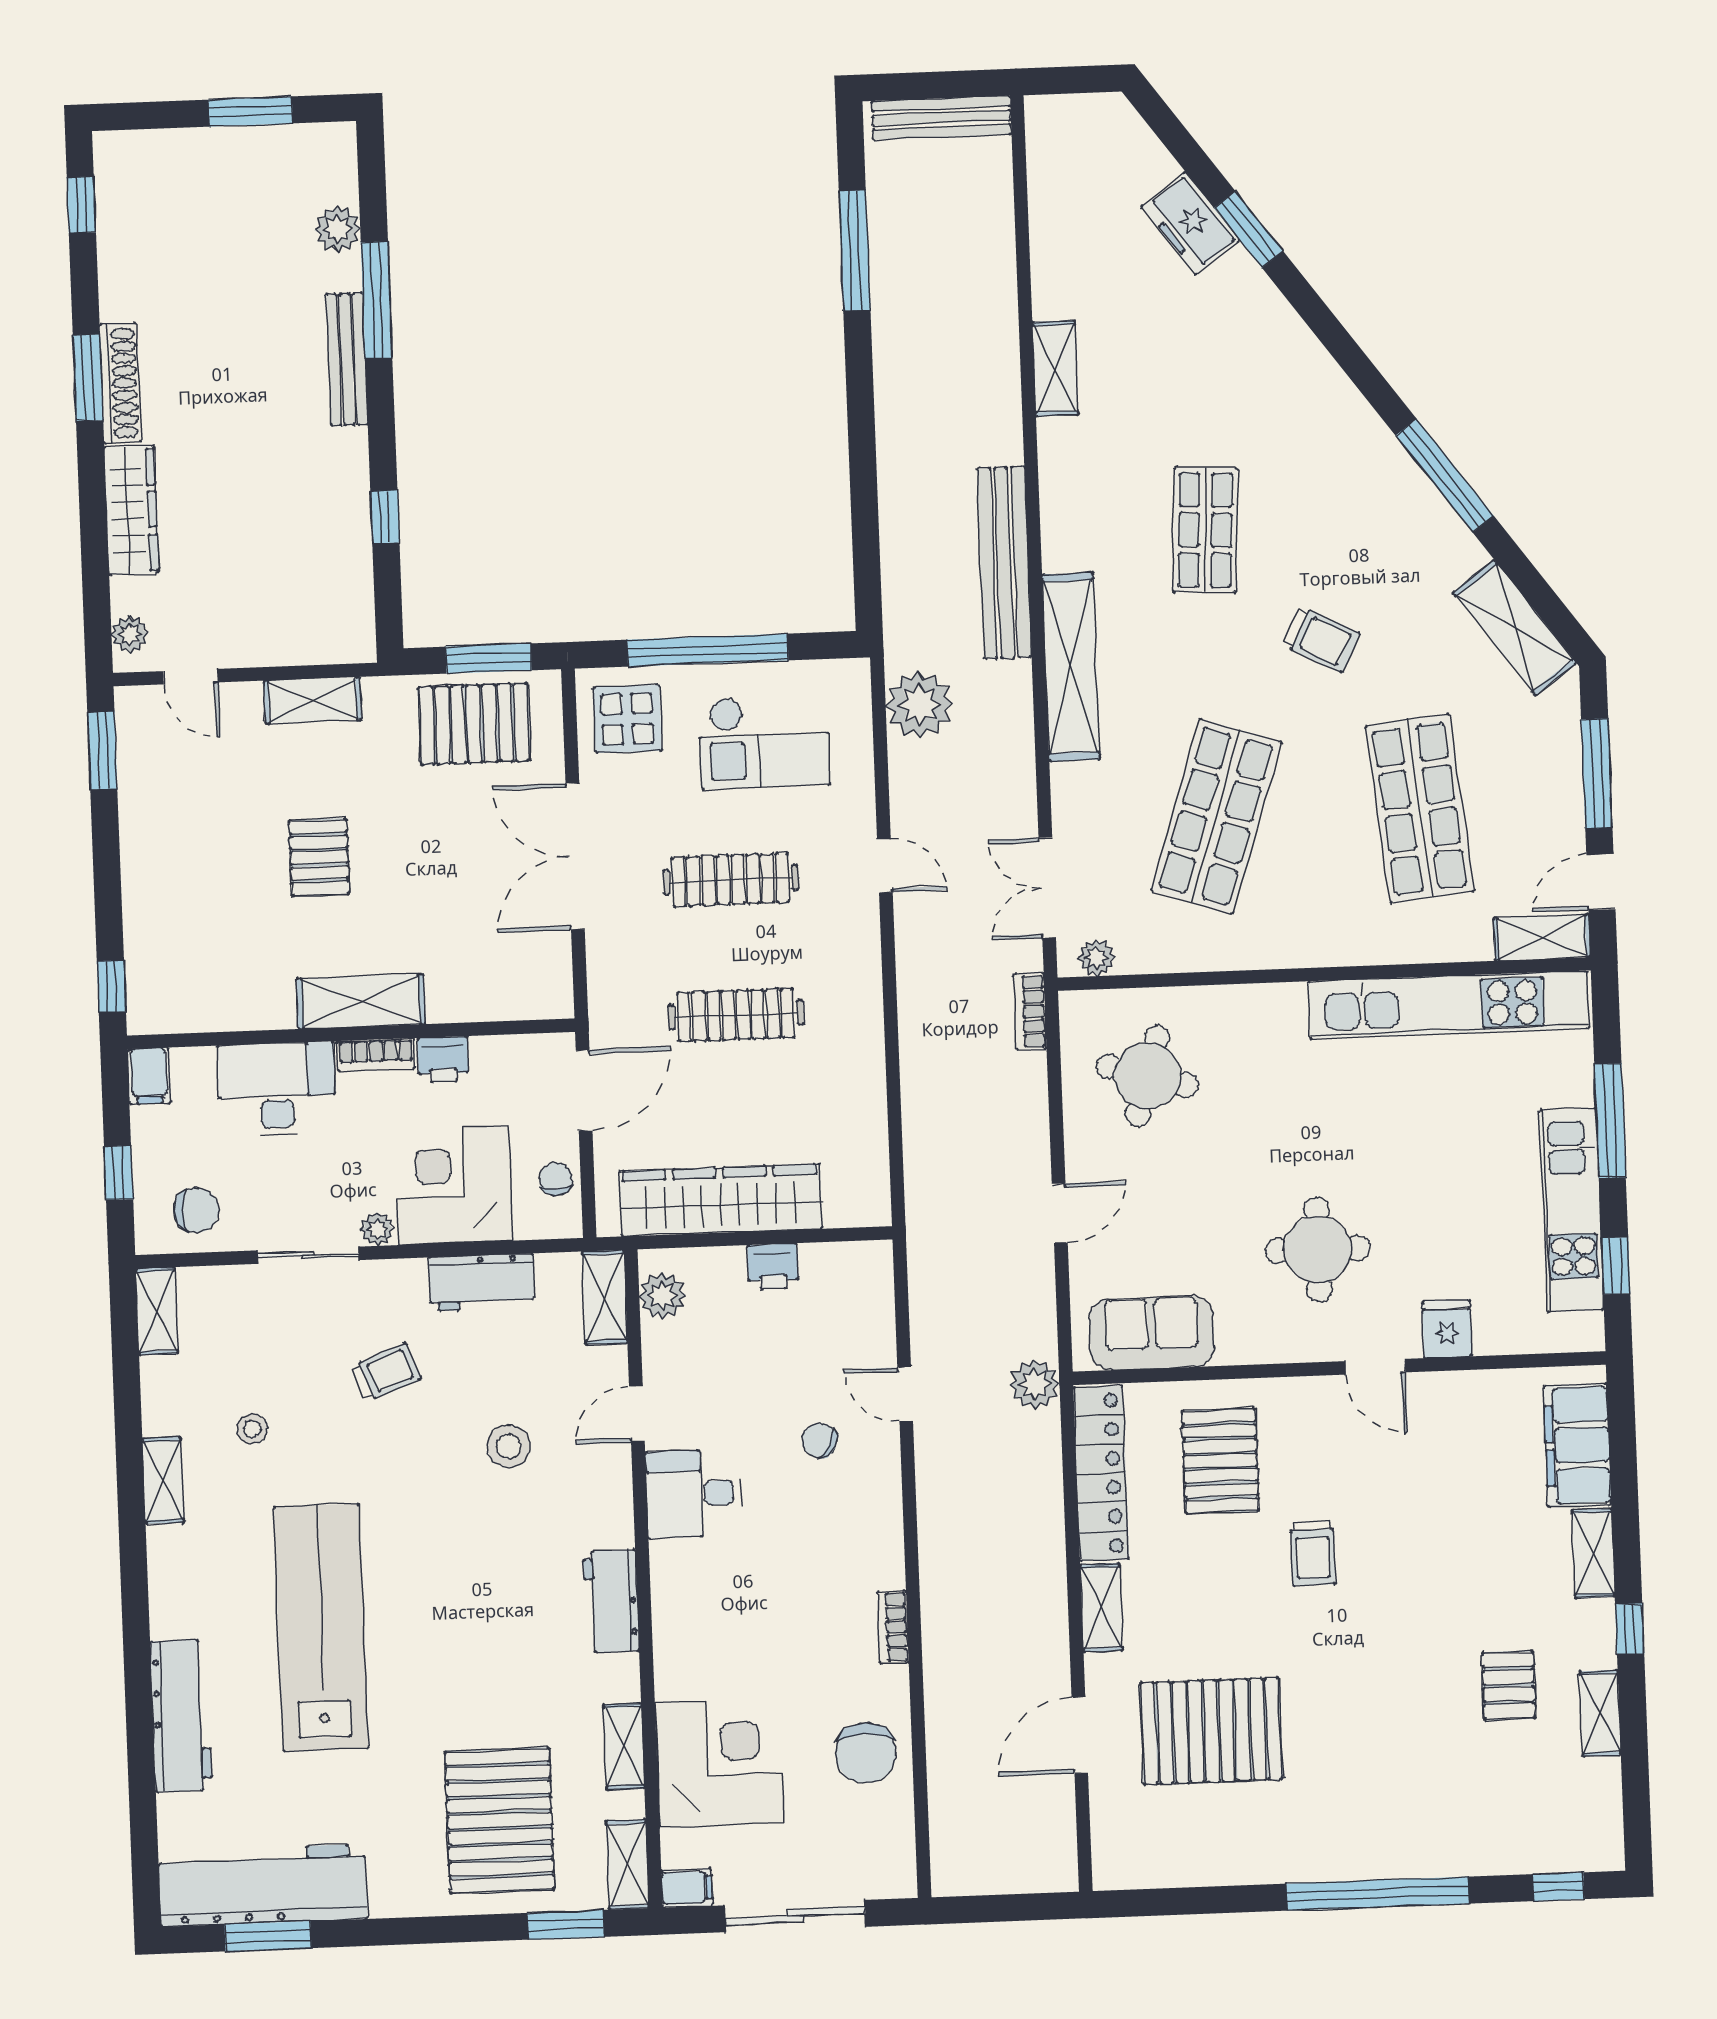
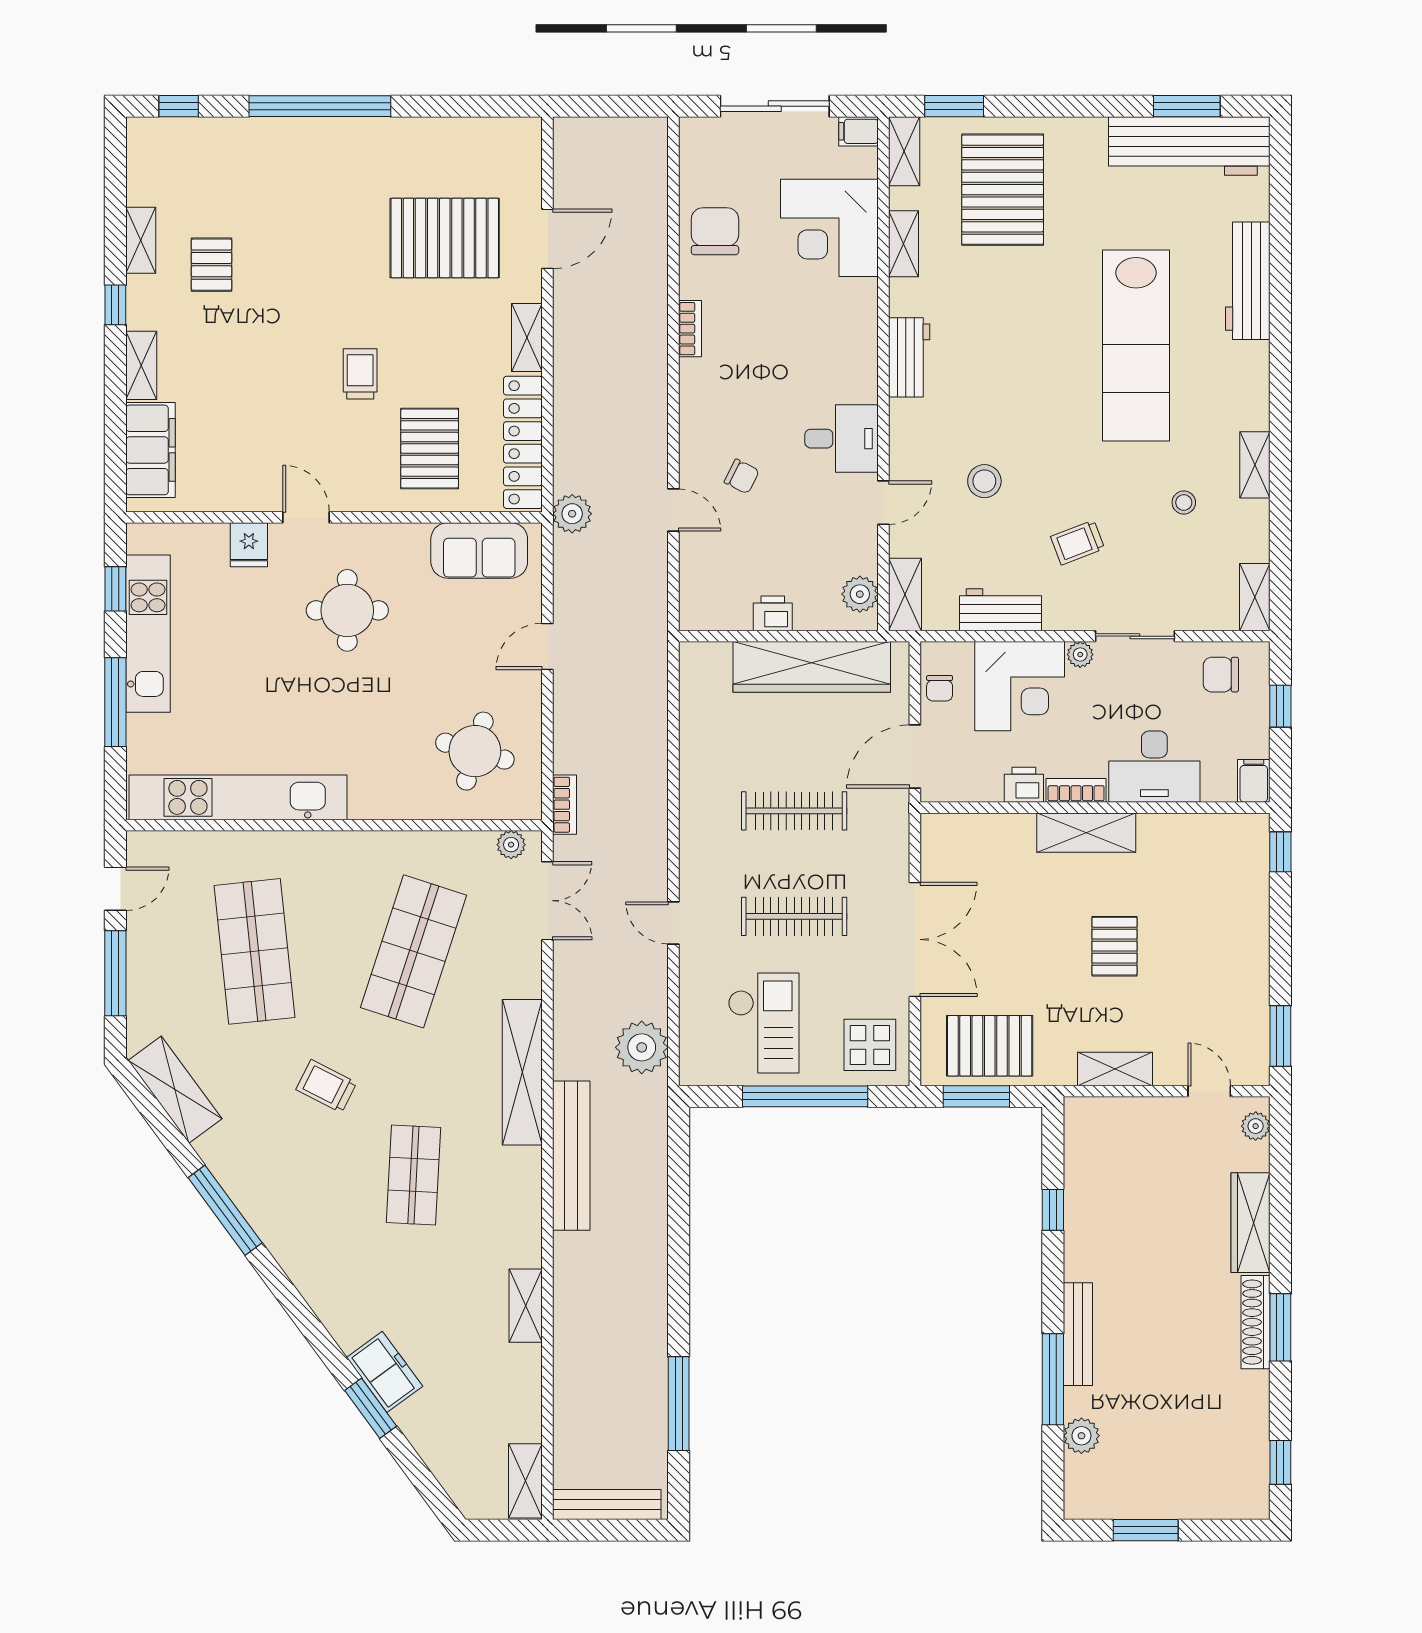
freezer: (1190, 223) -> (385, 1372), moved
checkout: (765, 742) -> (764, 1023), turned 90
shelving: (1542, 937) -> (525, 1481), moved, turned 90

